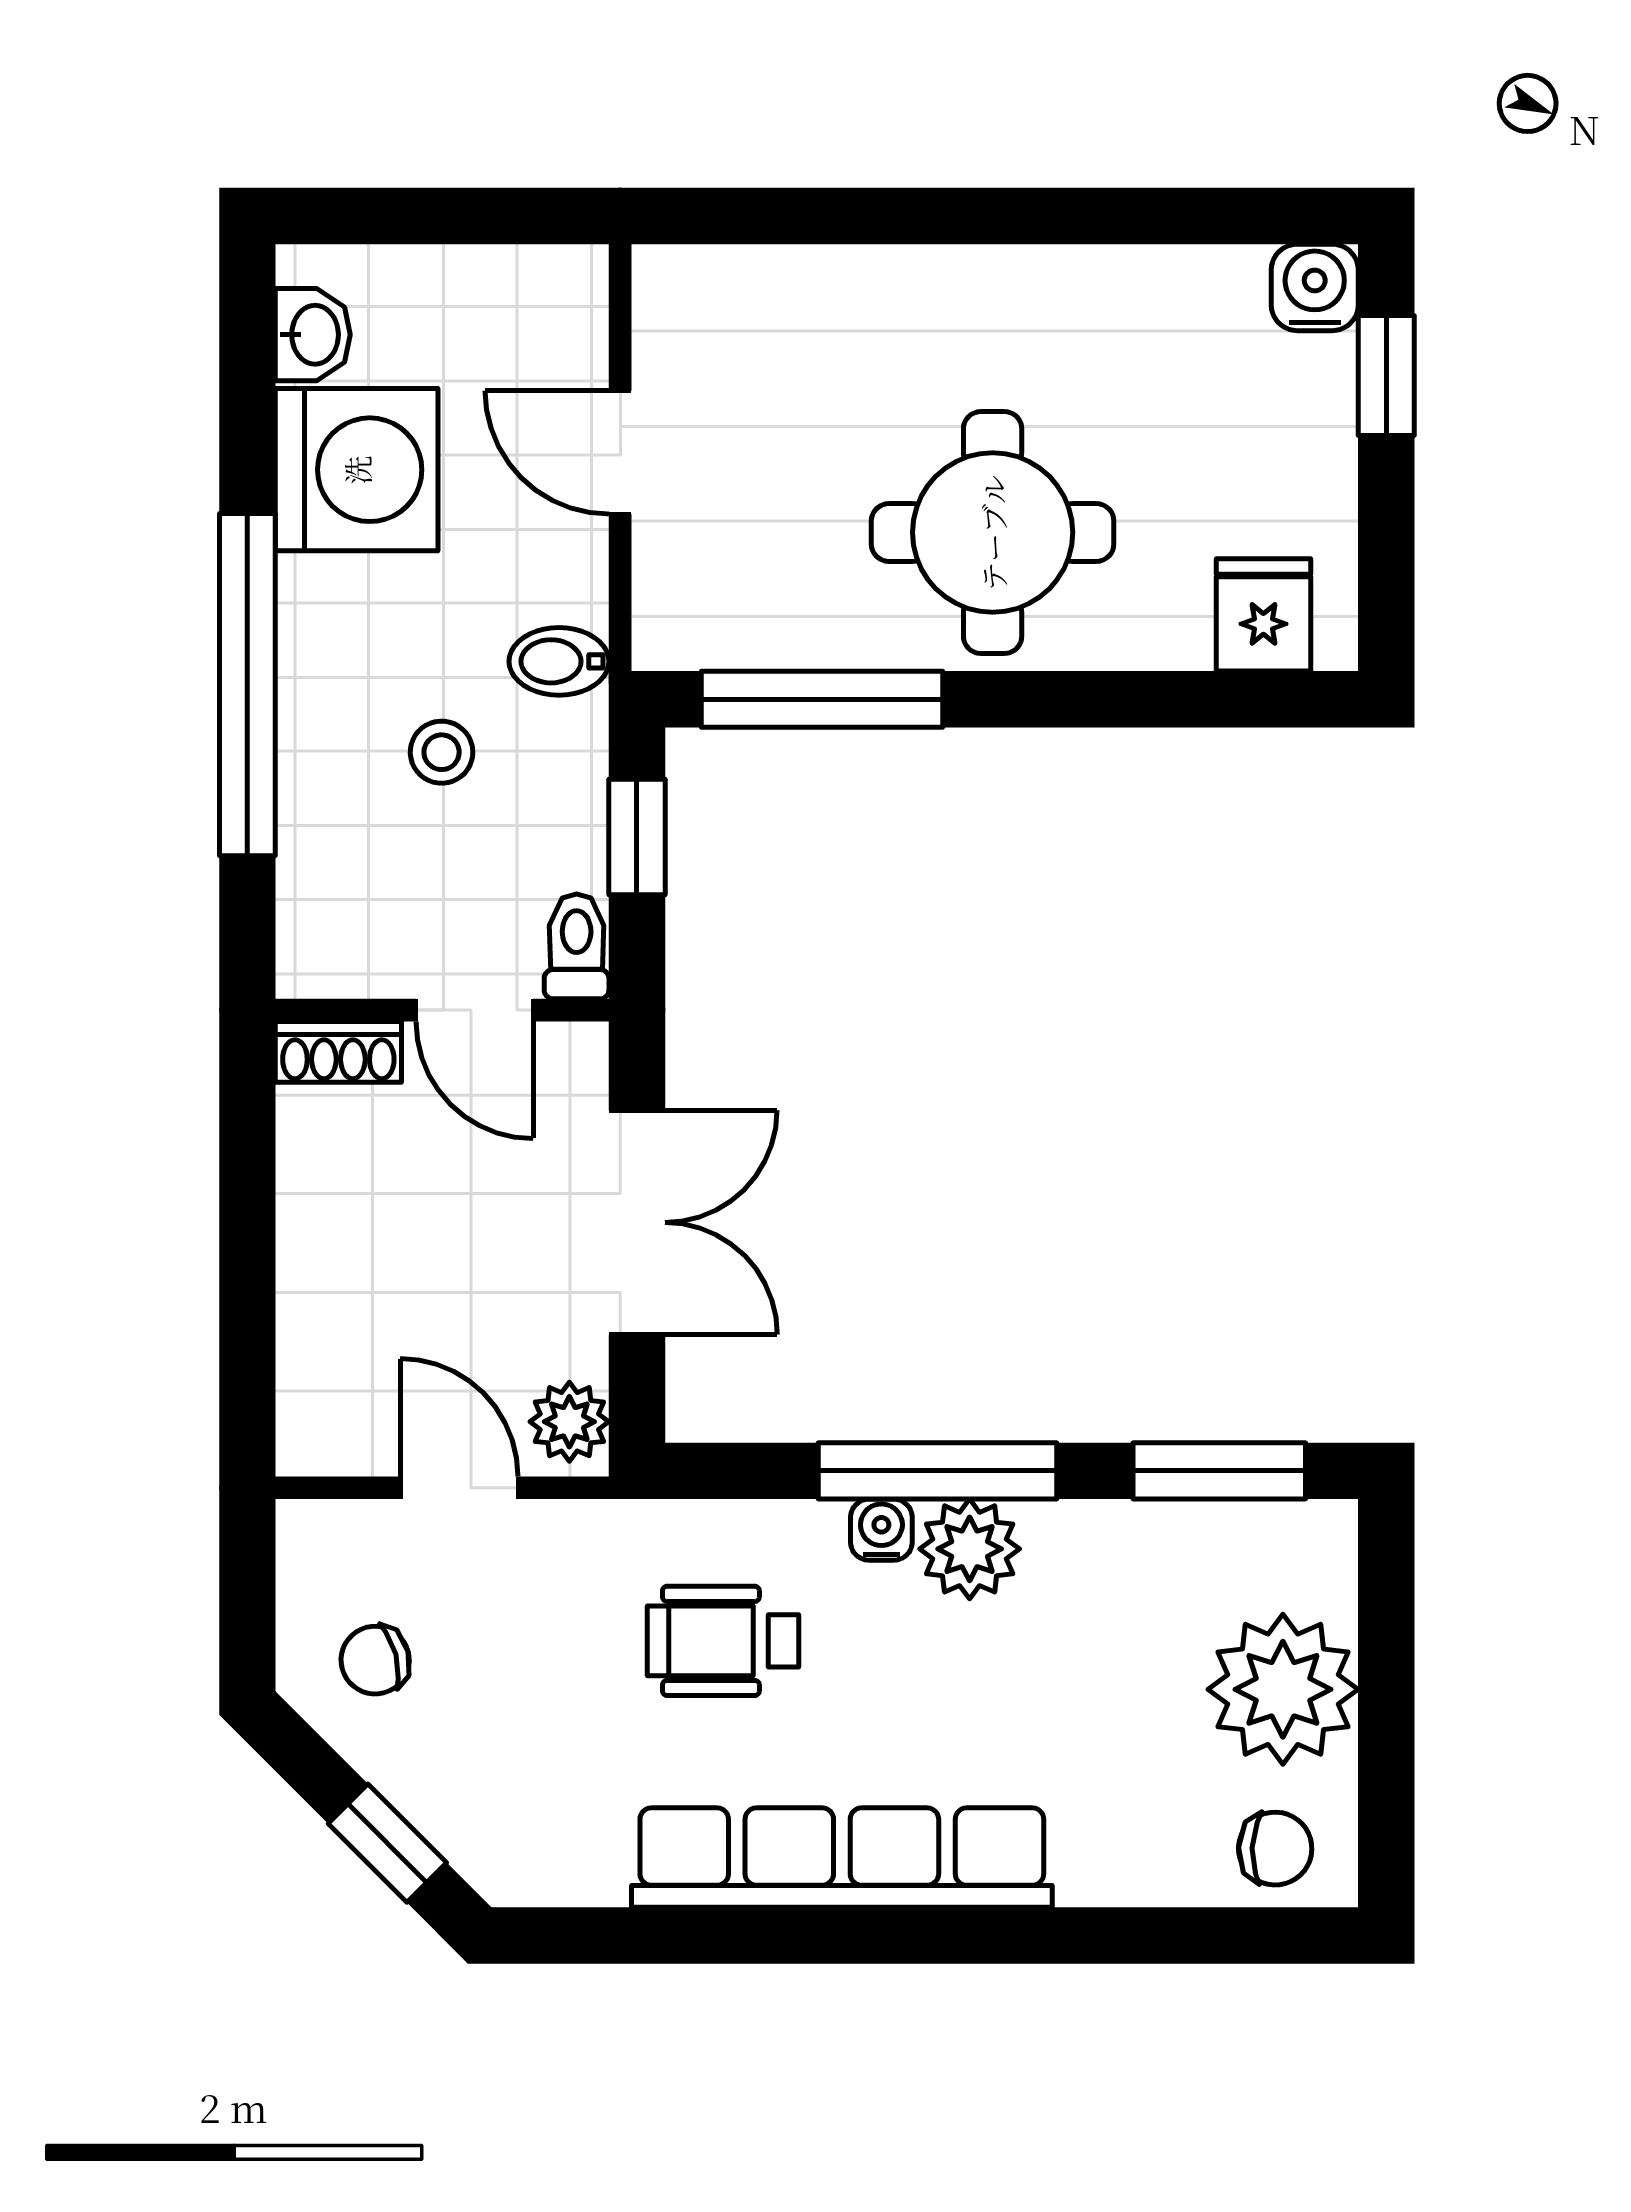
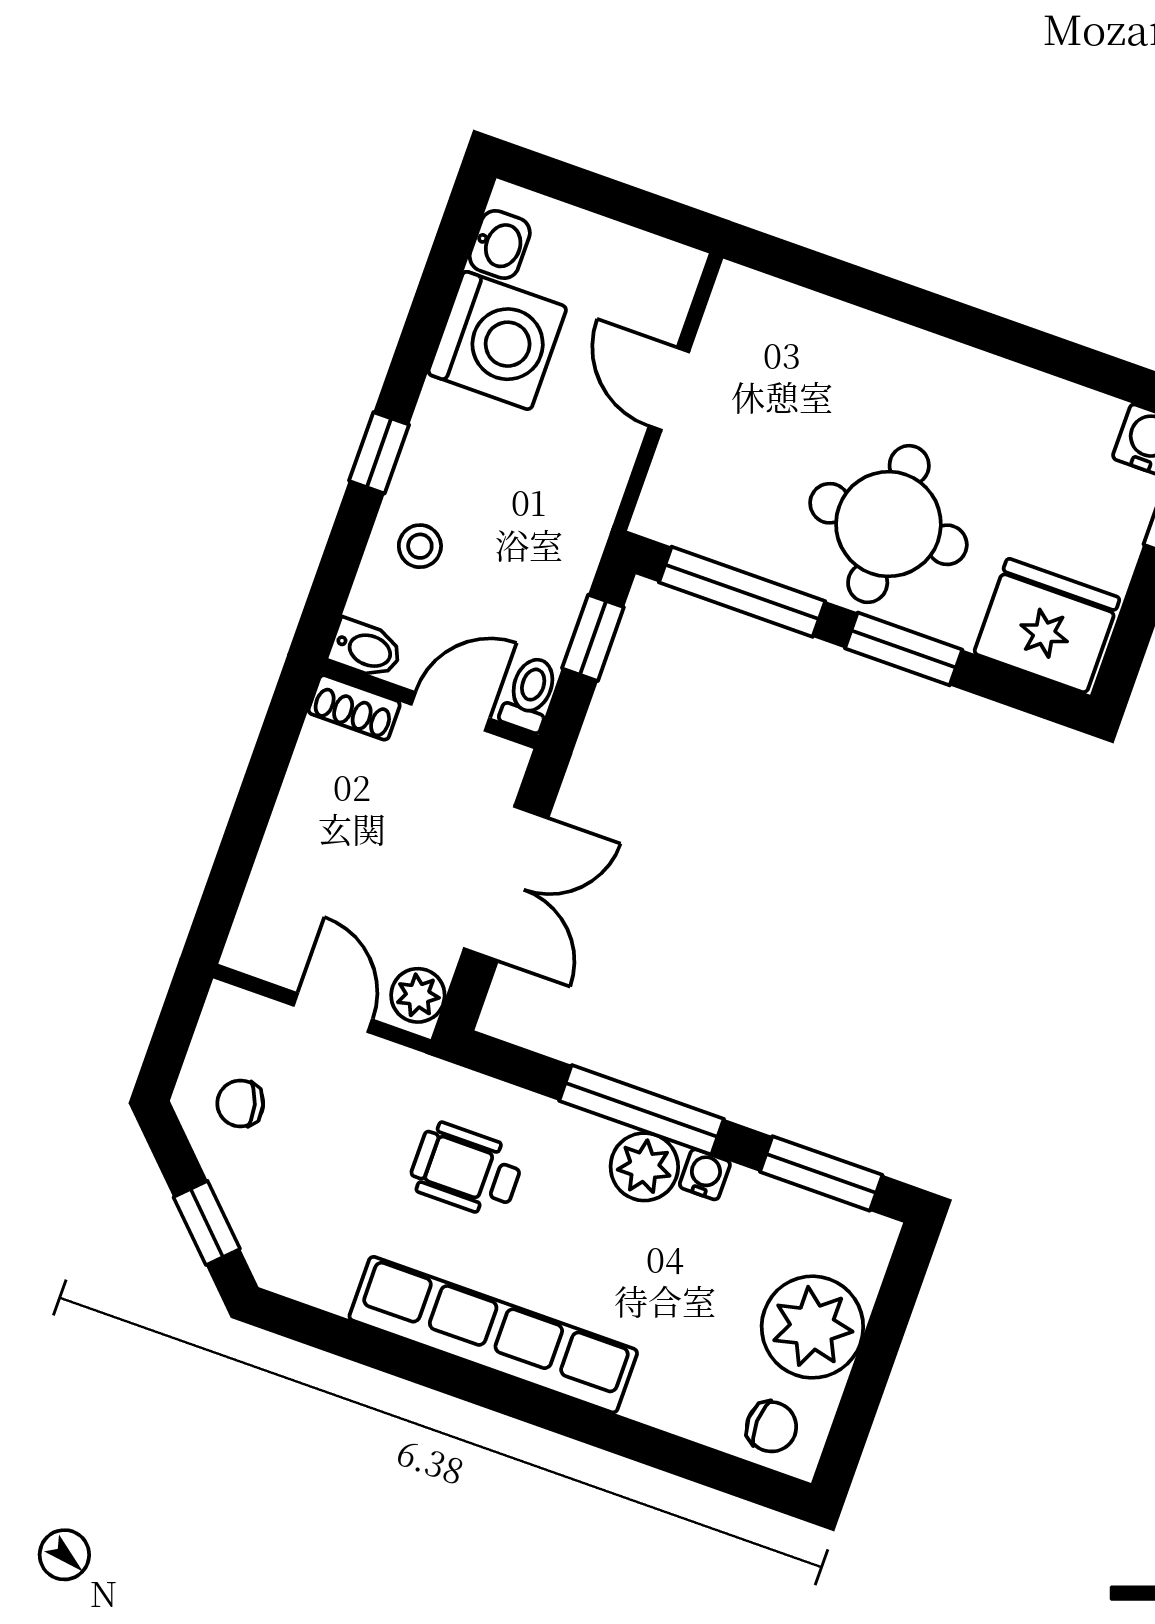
fridge: (1263, 615) -> (1047, 626), width x1.88, depth x1.34
bidet: (559, 661) -> (365, 649), moved, turned 180
window: (247, 685) -> (379, 453), width x0.32
window: (1075, 699) -> (904, 649), added
stool: (442, 752) -> (420, 546), moved
door: (474, 1010) -> (450, 712), swing flipped
water cooler: (881, 1530) -> (705, 1174), moved

